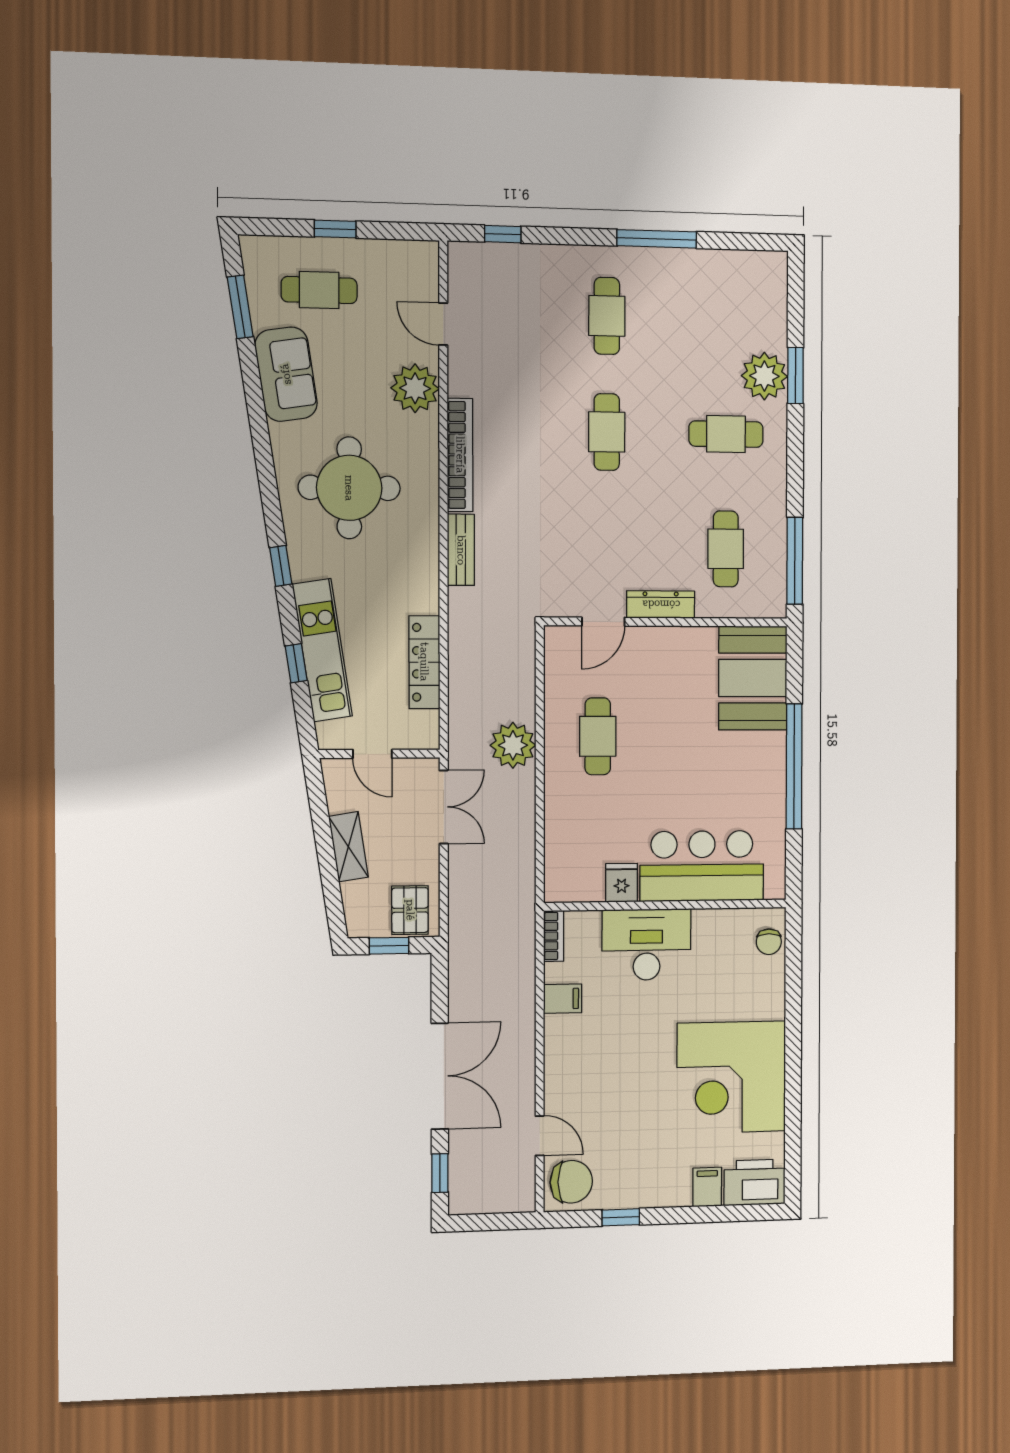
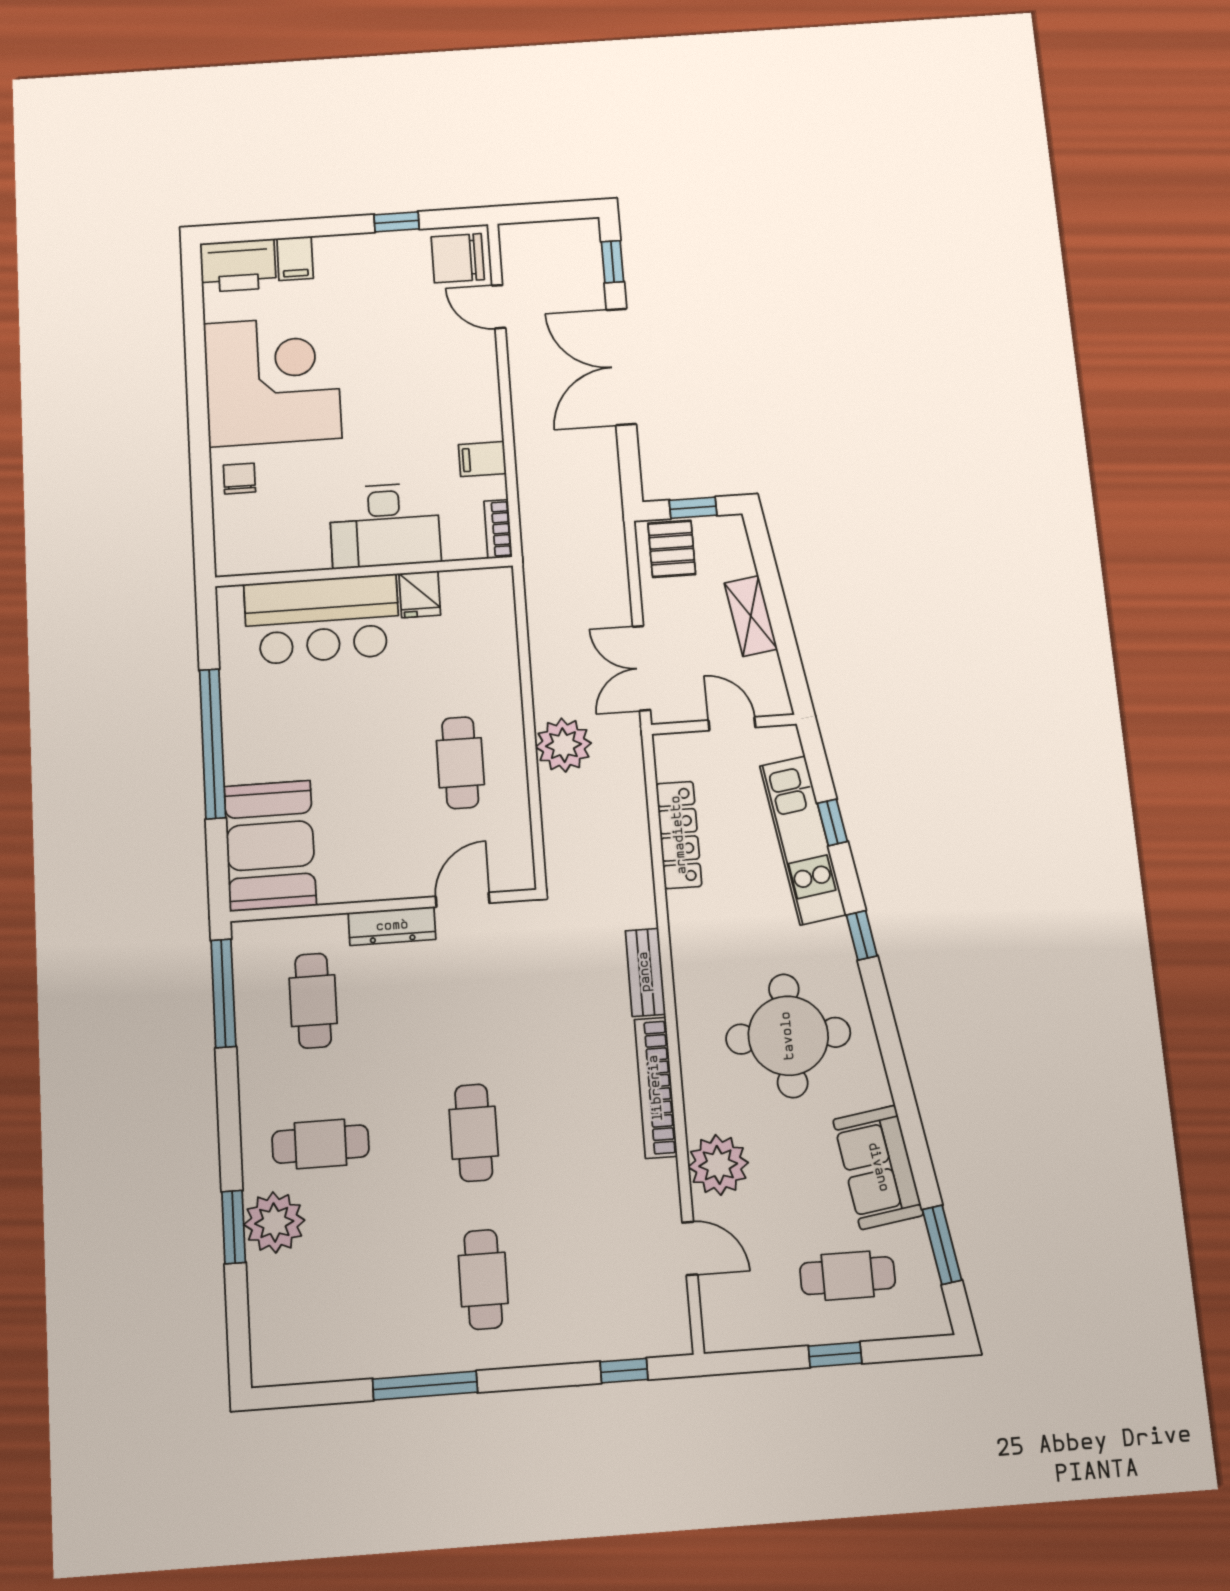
chair: (769, 942) -> (239, 479), moved

